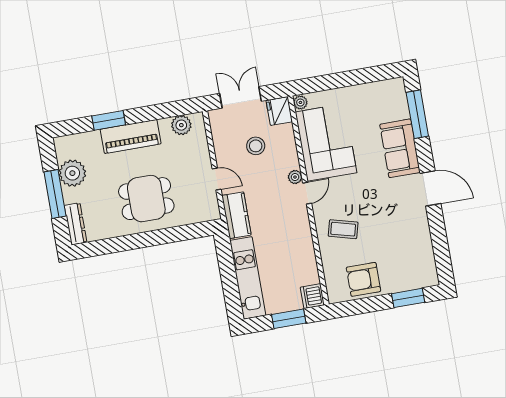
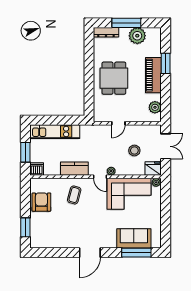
sofa: (400, 148) -> (134, 238), moved
kitchen counter: (236, 215) -> (74, 169), moved, turned 180

